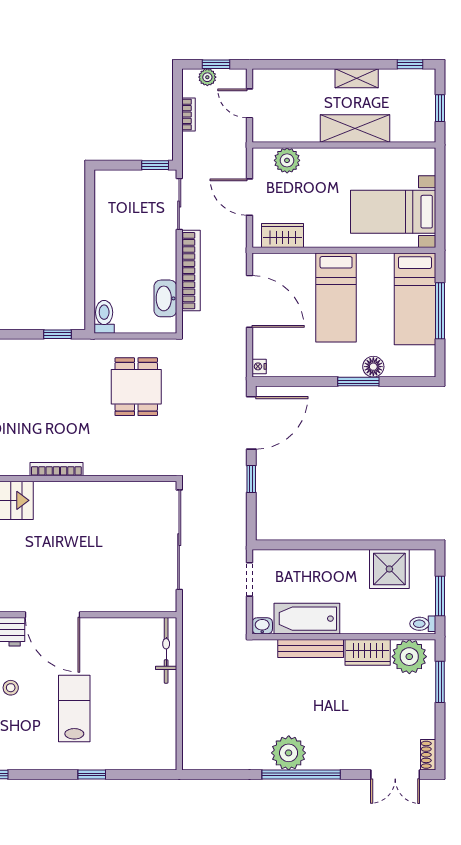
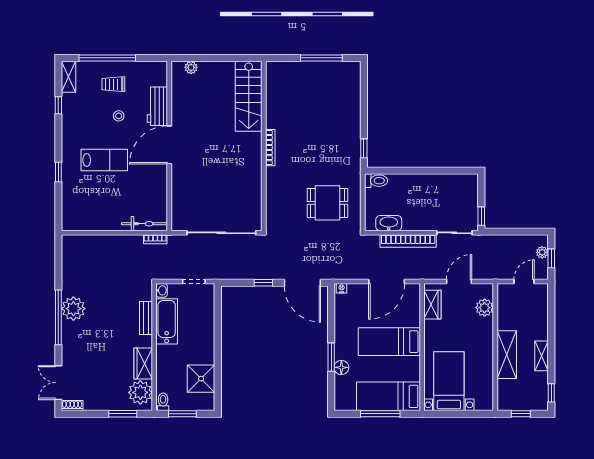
bookcase: (189, 115) -> (155, 239), moved
bench: (311, 648) -> (146, 318), width x0.73

